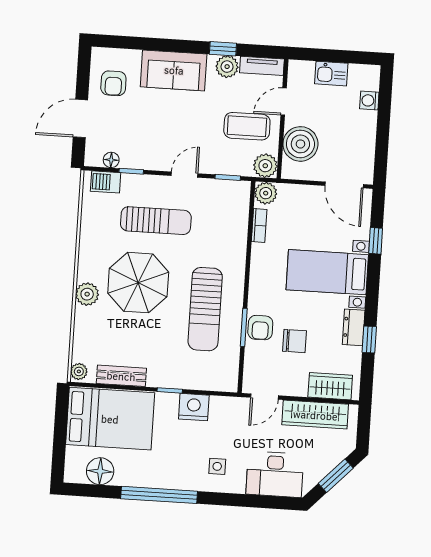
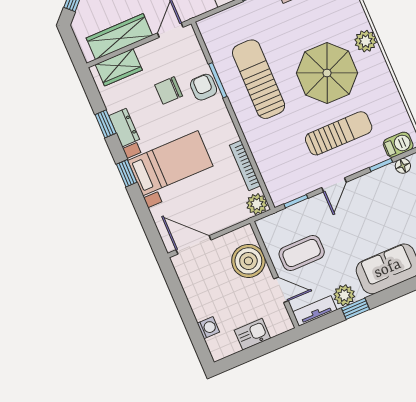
door: (284, 102) -> (281, 290), hinge flipped
plant: (265, 166) -> (269, 227), removed
sun lounger: (156, 221) -> (339, 133), turned 180
bookcase: (259, 225) -> (245, 165), width x1.56
window: (376, 241) -> (127, 173), moved

